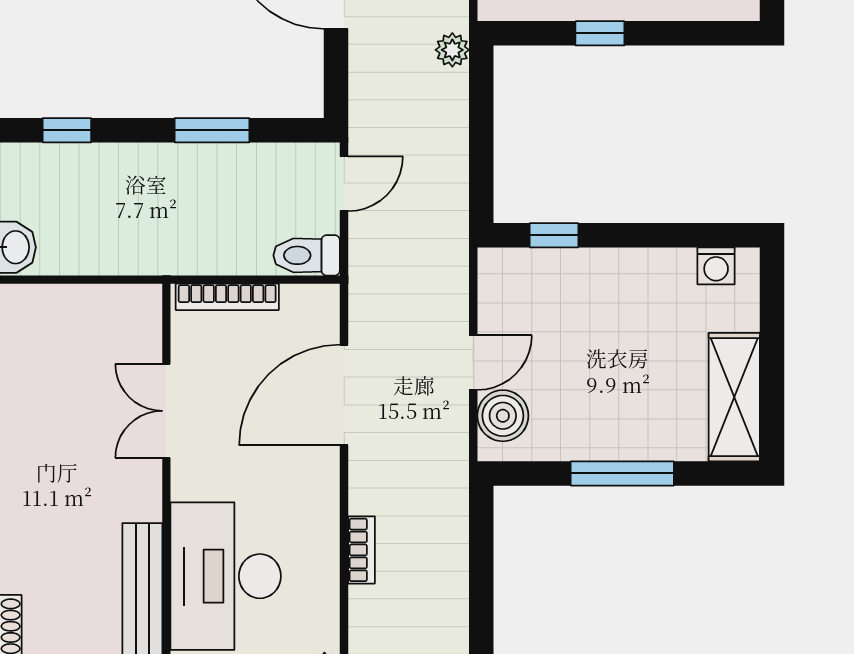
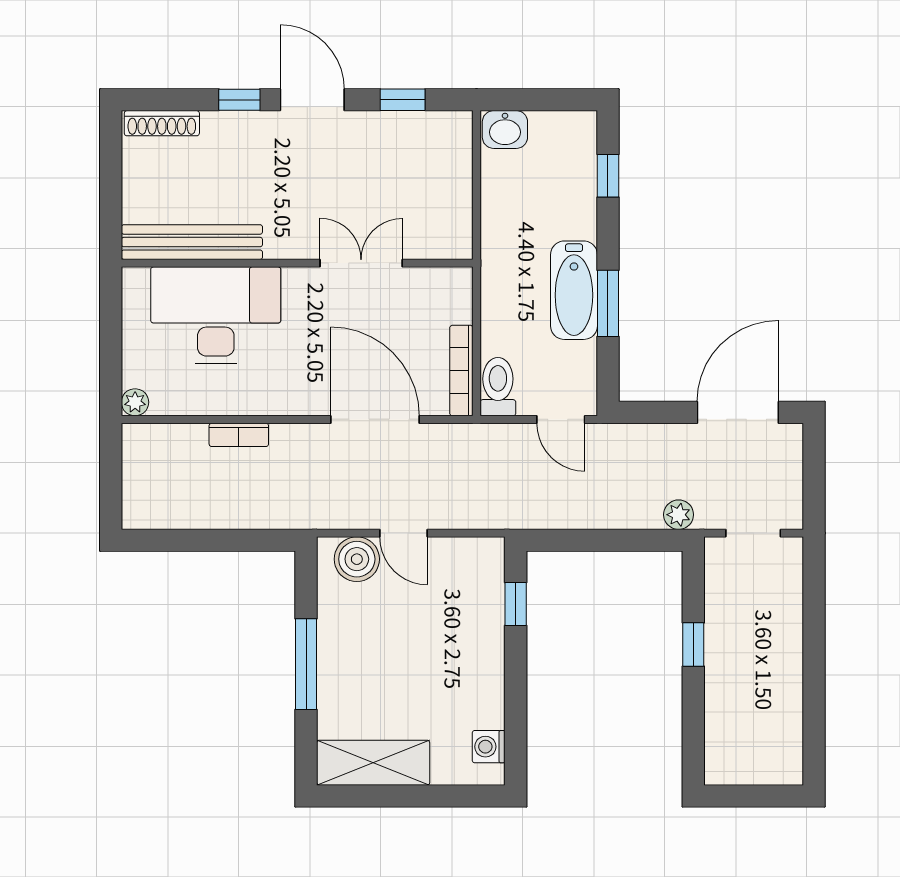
bathtub: (197, 169) -> (574, 290), added
bookcase: (227, 297) -> (461, 371), moved

